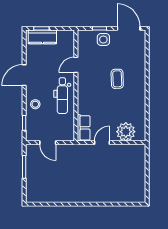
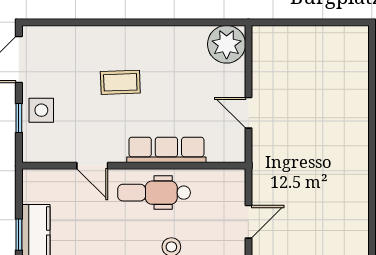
dental chair: (62, 96) -> (154, 193), turned 180
row of seats: (84, 128) -> (166, 150), moved, width x1.48
plant: (126, 132) -> (227, 44), moved

